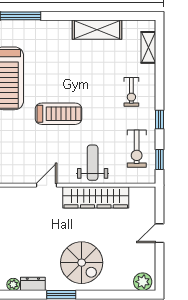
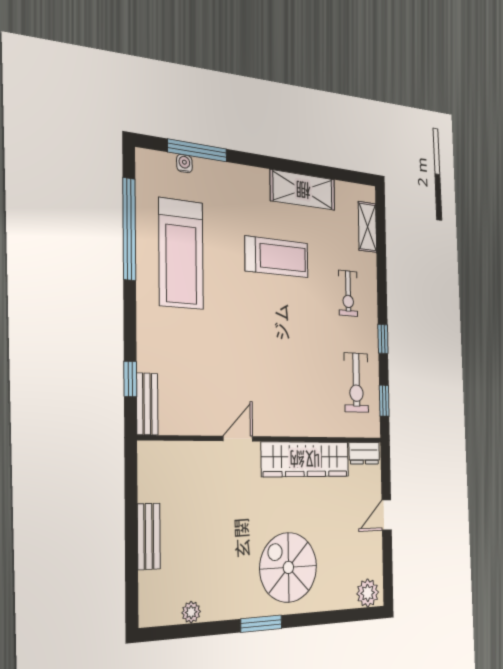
water cooler: (12, 25) -> (184, 164), added
treadmill: (58, 114) -> (277, 257), moved
weight bench: (93, 163) -> (300, 403), removed
spiral stairs: (82, 263) -> (288, 567), turned 180
dresser: (33, 284) -> (364, 453), moved, turned 180

